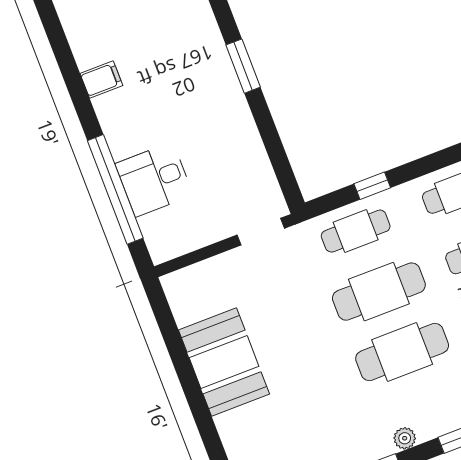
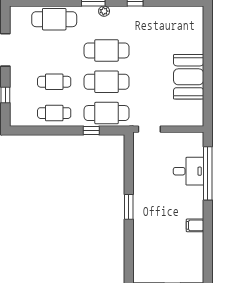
cafe table: (356, 231) -> (107, 113), width x1.37, depth x1.35
plant: (405, 438) -> (104, 11), moved

